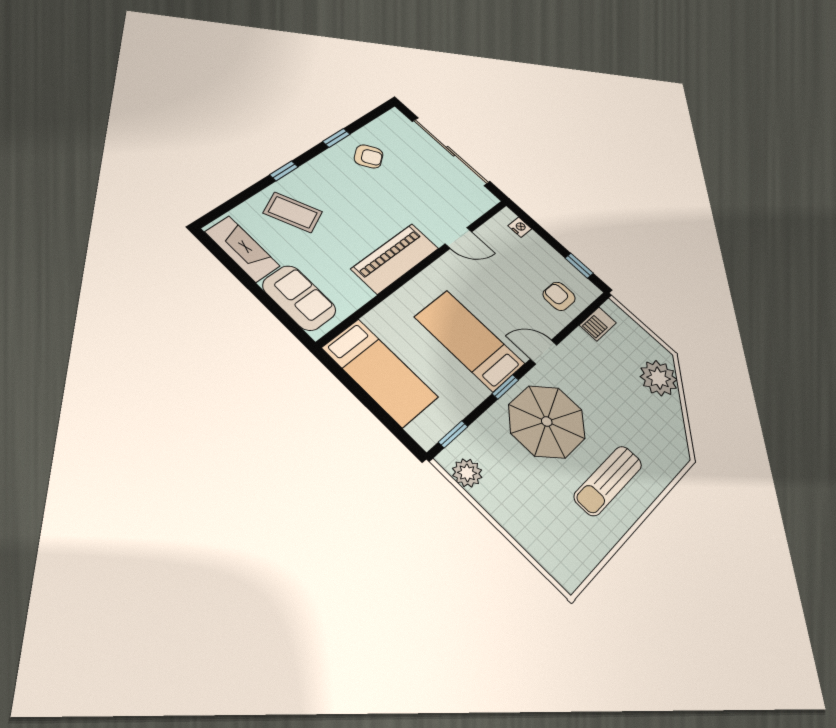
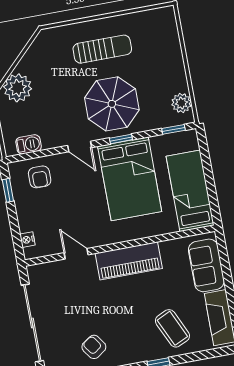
bed: (469, 340) -> (130, 179), width x1.50

